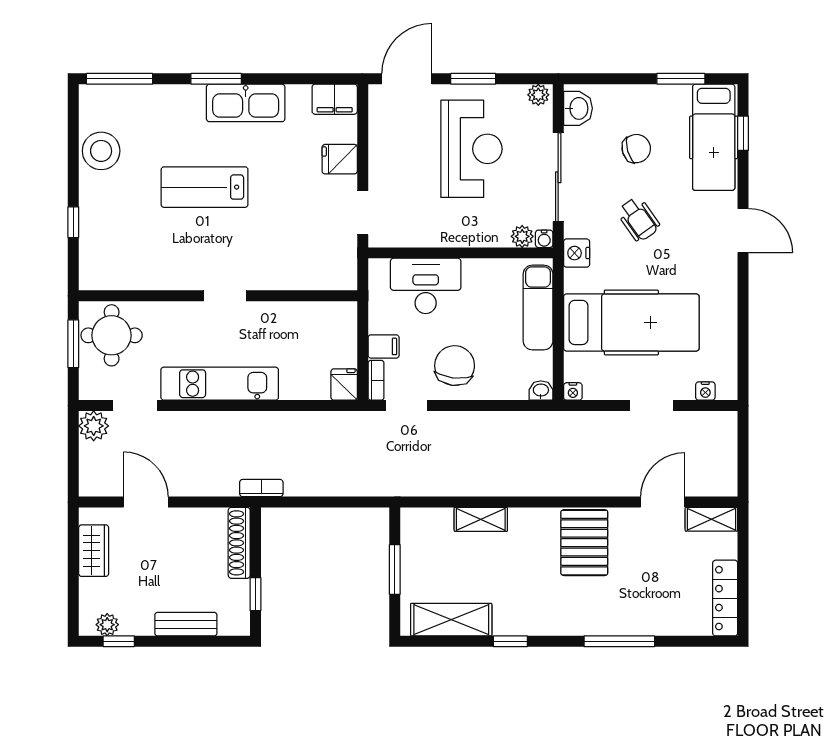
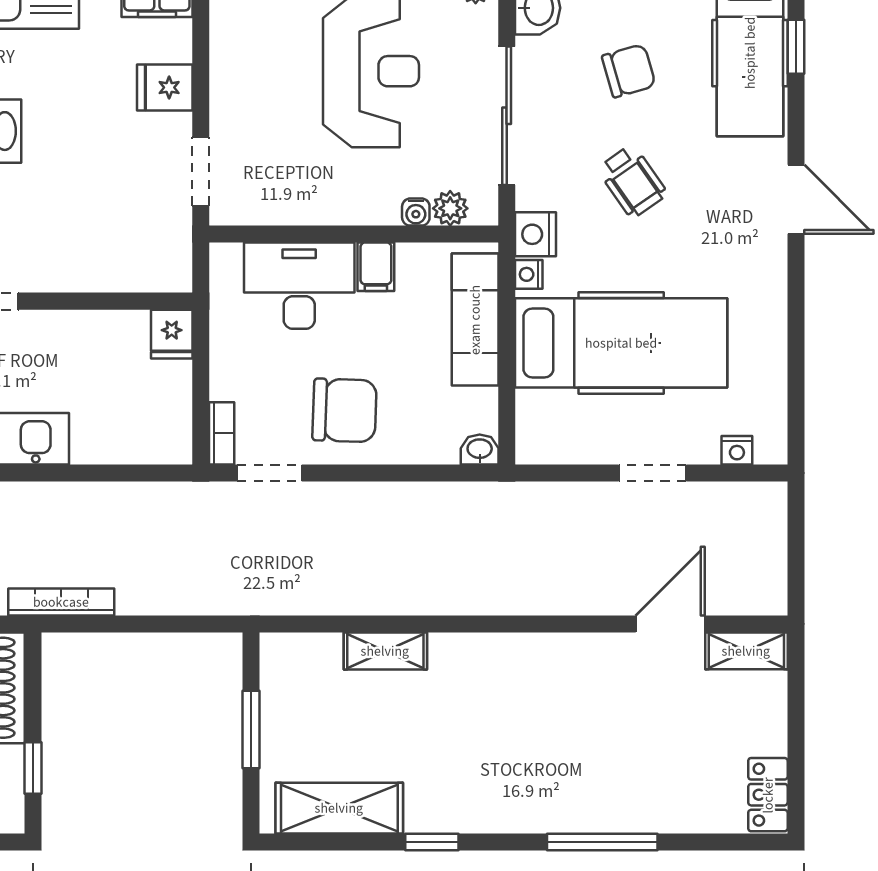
water cooler: (544, 239) -> (416, 212), moved
filing cabinet: (384, 346) -> (376, 267), moved, turned 90
chair: (455, 366) -> (345, 410), turned 85
fridge: (344, 385) -> (172, 334), moved, turned 180
nightstand: (573, 391) -> (529, 274), moved, turned 90
bookcase: (261, 488) -> (61, 602), width x1.56
pallet: (584, 543) -> (547, 687), removed
locker: (725, 598) -> (768, 795), width x0.66

